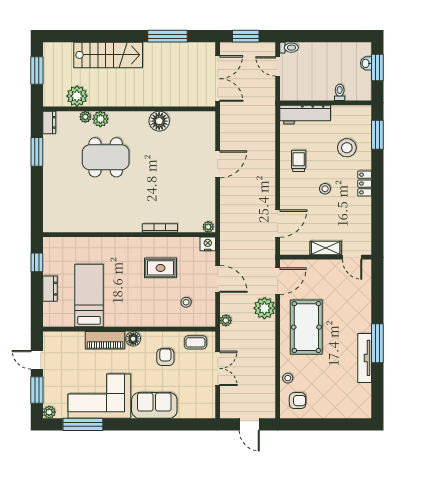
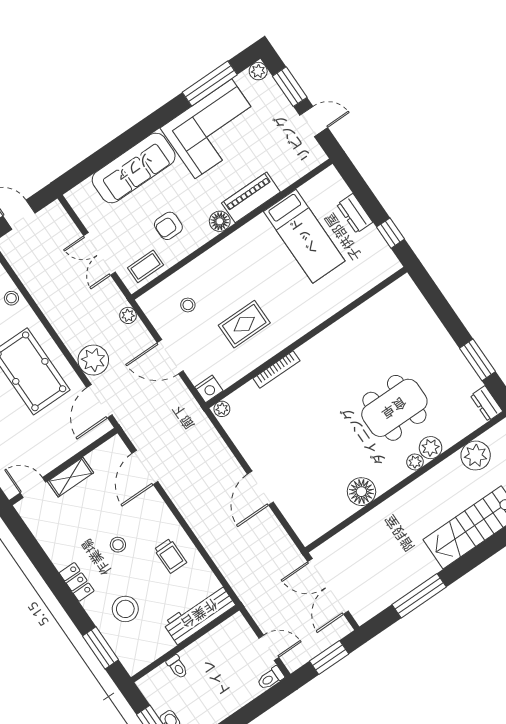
plant: (85, 117) -> (415, 462), moved
armchair: (165, 357) -> (168, 226), turned 90
sofa: (154, 405) -> (134, 168), width x1.36

